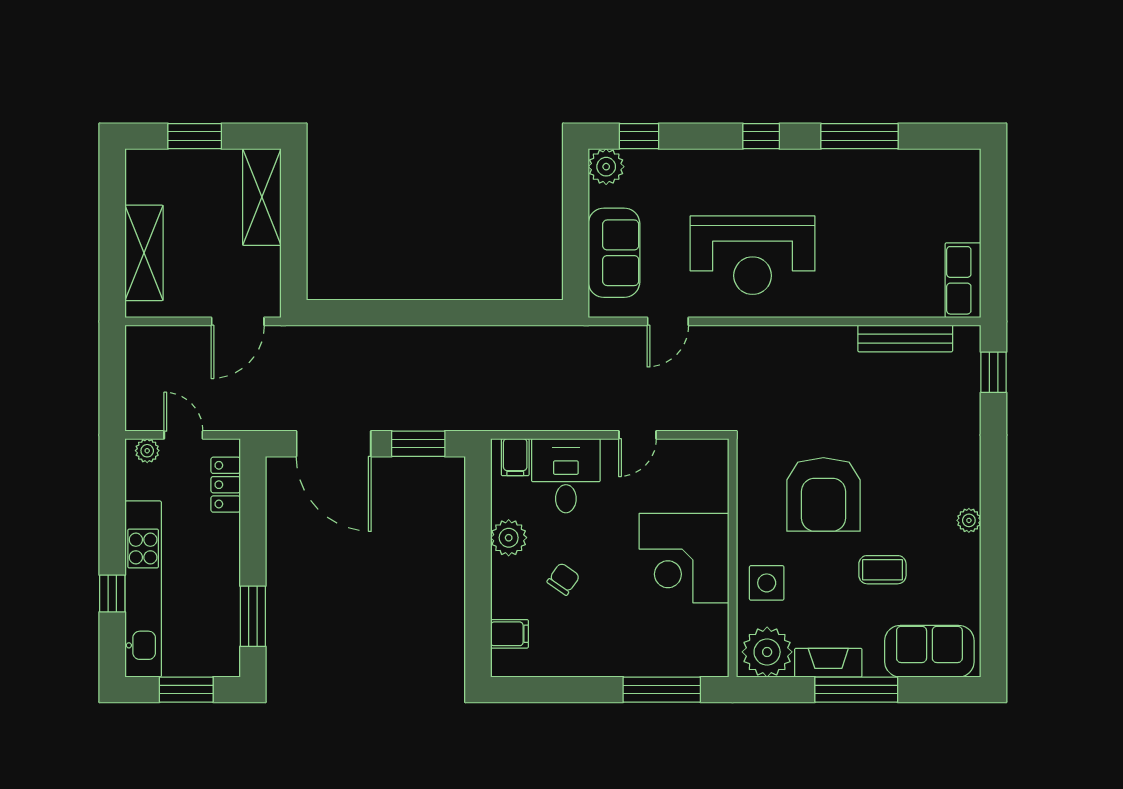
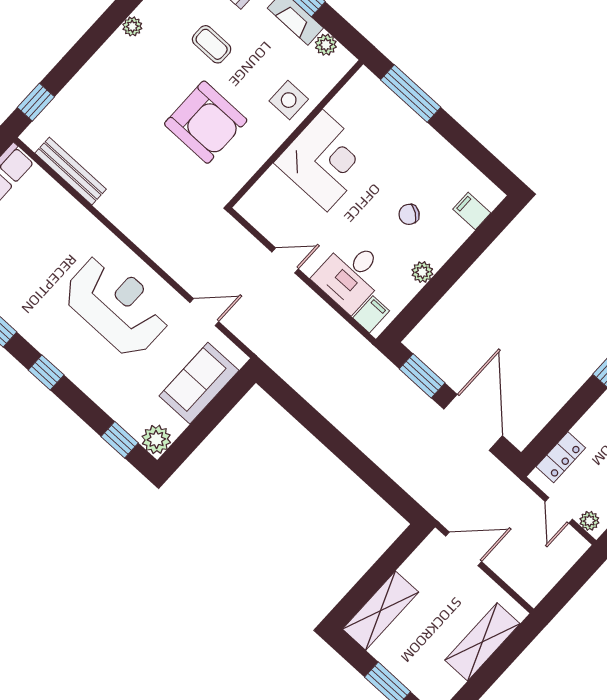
armchair: (823, 494) -> (206, 122), turned 90
plant: (509, 538) -> (422, 272), width x0.73, depth x0.73
plant: (767, 652) -> (326, 45), width x0.53, depth x0.53

